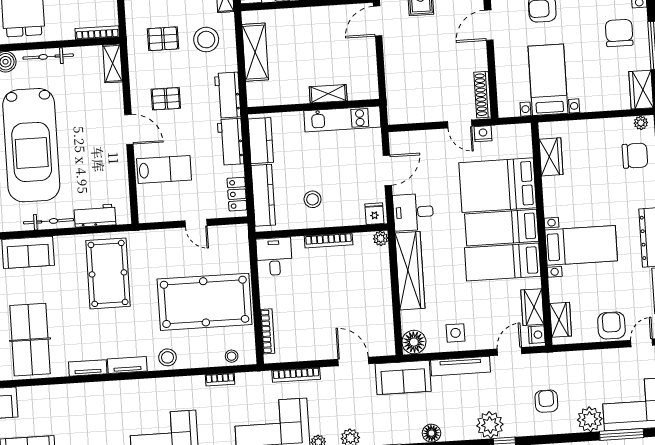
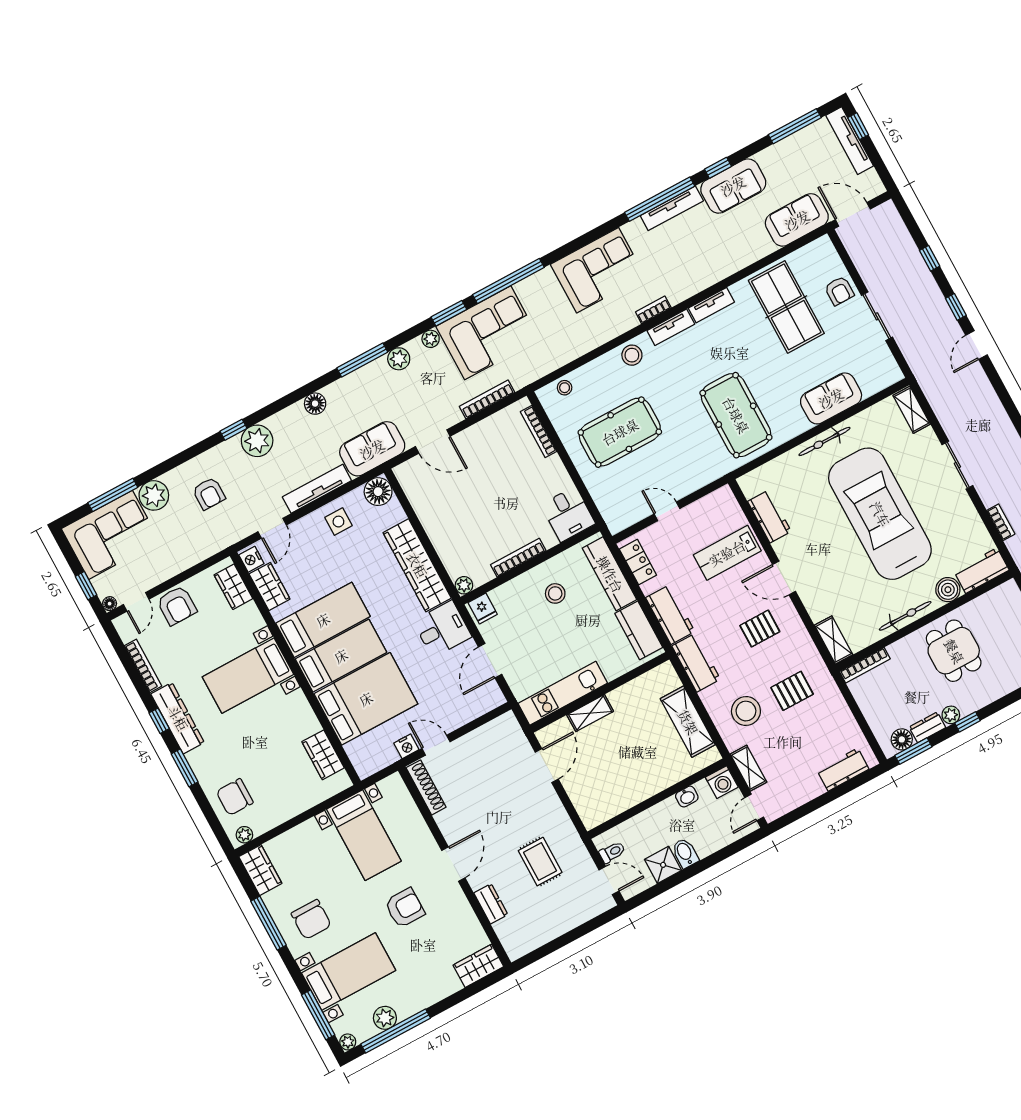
door: (378, 21) -> (547, 766), moved
workbench: (95, 216) -> (769, 516), moved, turned -90
pool table: (205, 302) -> (620, 432), width x0.73, depth x0.76
bookcase: (220, 379) -> (653, 310), moved

